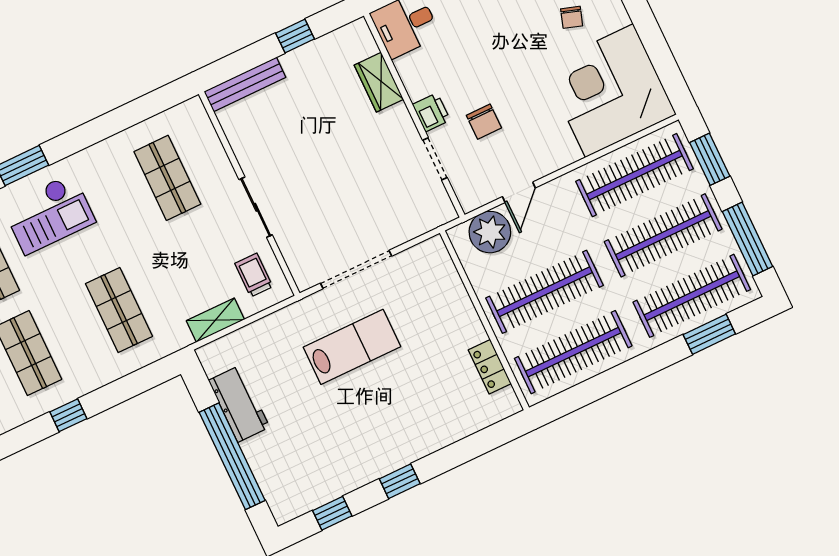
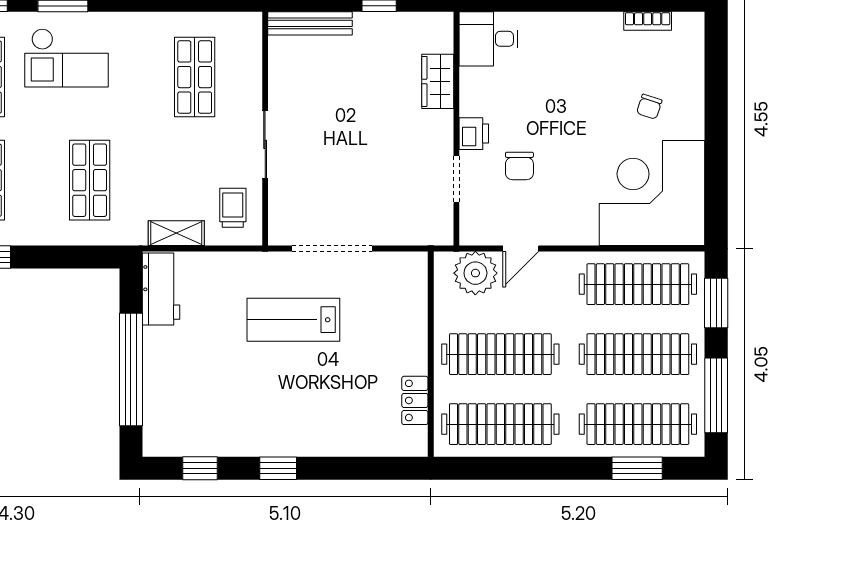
lab bench: (352, 347) -> (293, 320), turned 180
workbench: (239, 404) -> (161, 289), moved

